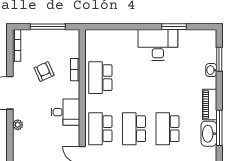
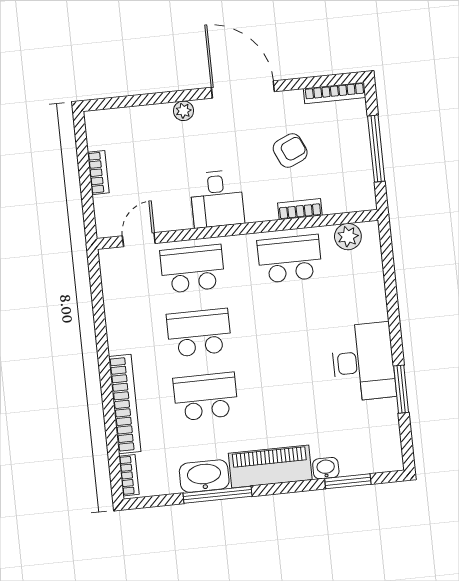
plant: (92, 46) -> (348, 237), added
piano: (210, 104) -> (270, 466), width x1.37, depth x1.33

